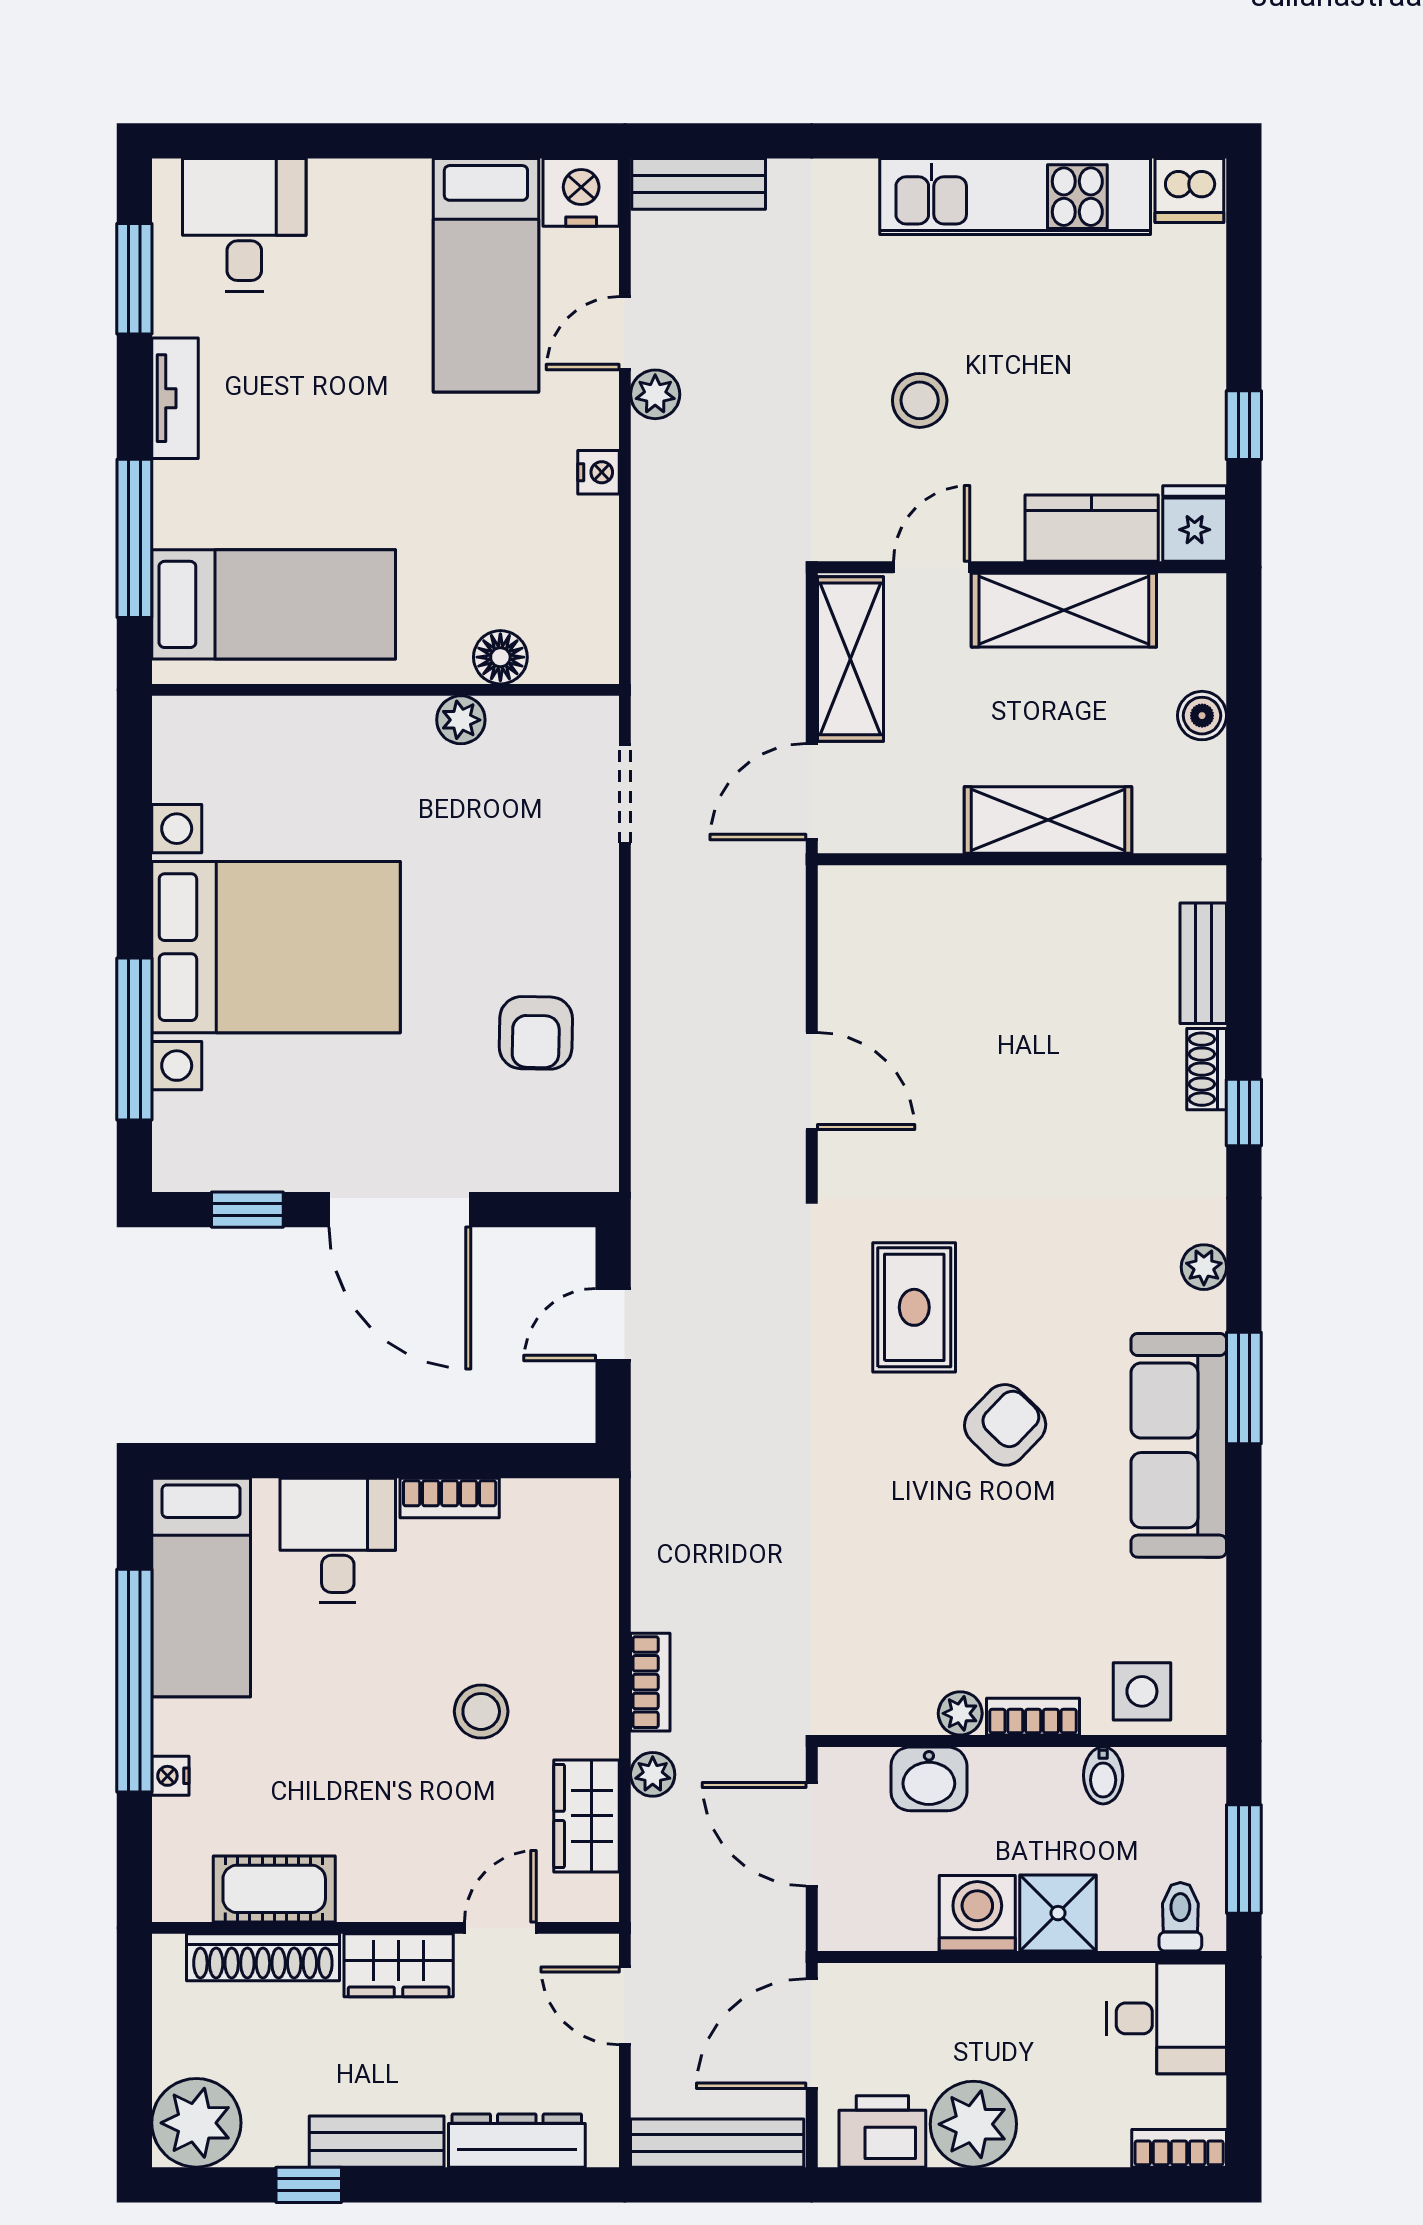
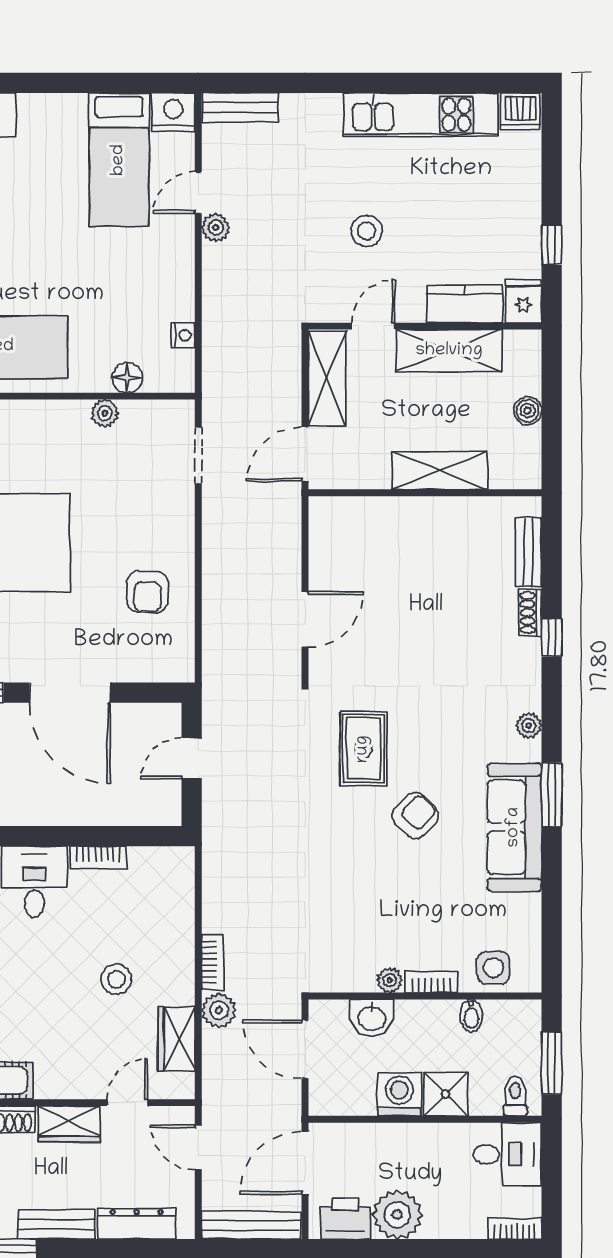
nightstand: (598, 472) -> (183, 335), moved
door: (812, 1081) -> (305, 619), hinge flipped
plant: (653, 1774) -> (219, 1010), width x1.38, depth x1.38

